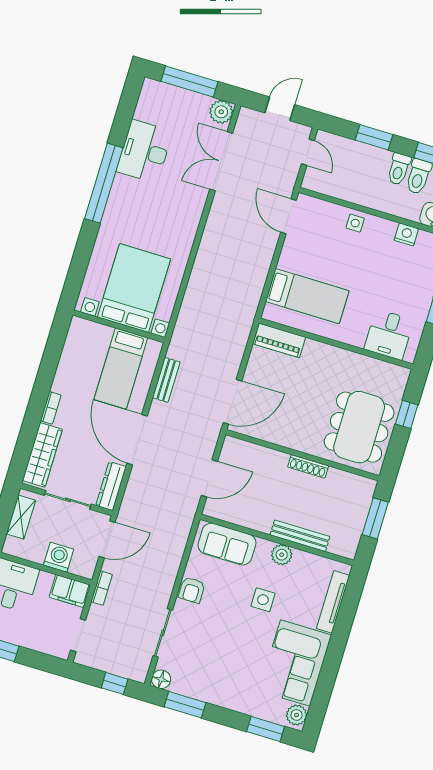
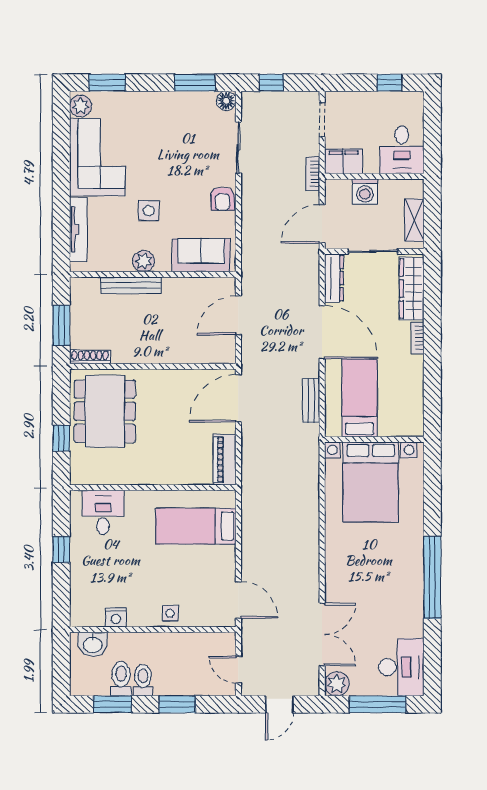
desk: (144, 151) -> (401, 667), moved
piano: (279, 340) -> (225, 460), moved, turned -90
shoe rack: (308, 466) -> (90, 357), moved
armchair: (192, 590) -> (222, 199), turned 180

